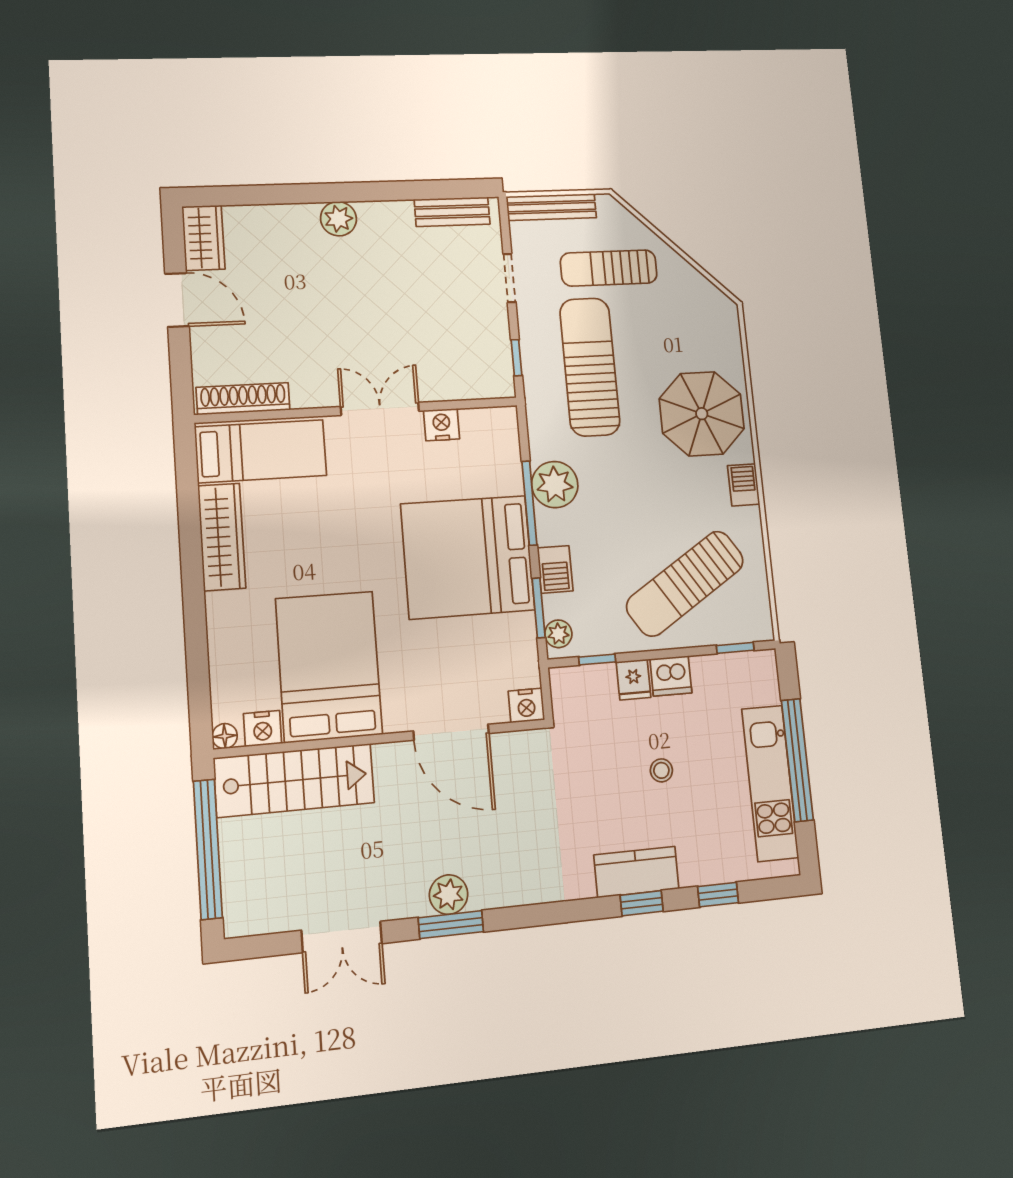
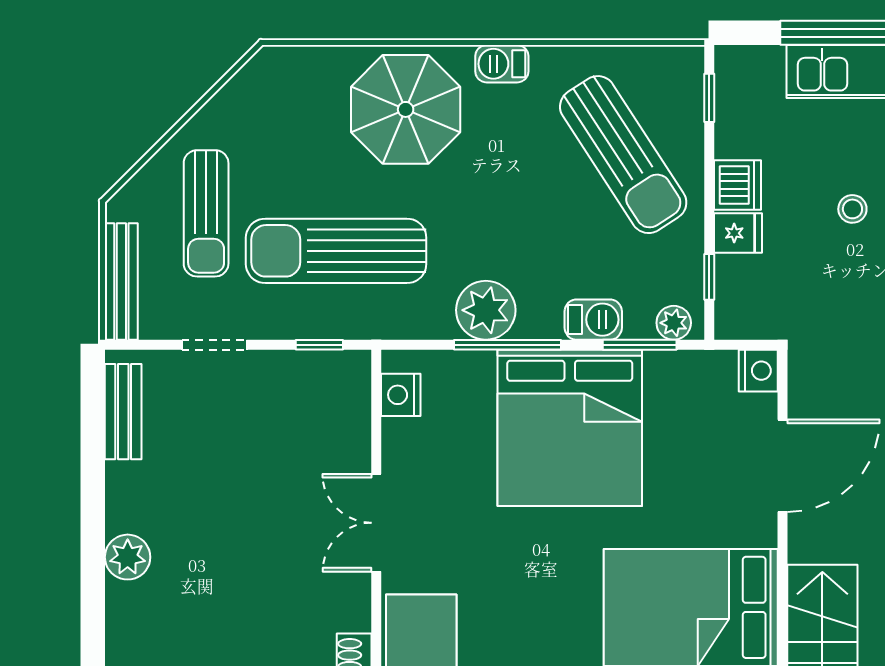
nightstand: (442, 425) -> (401, 395), moved

